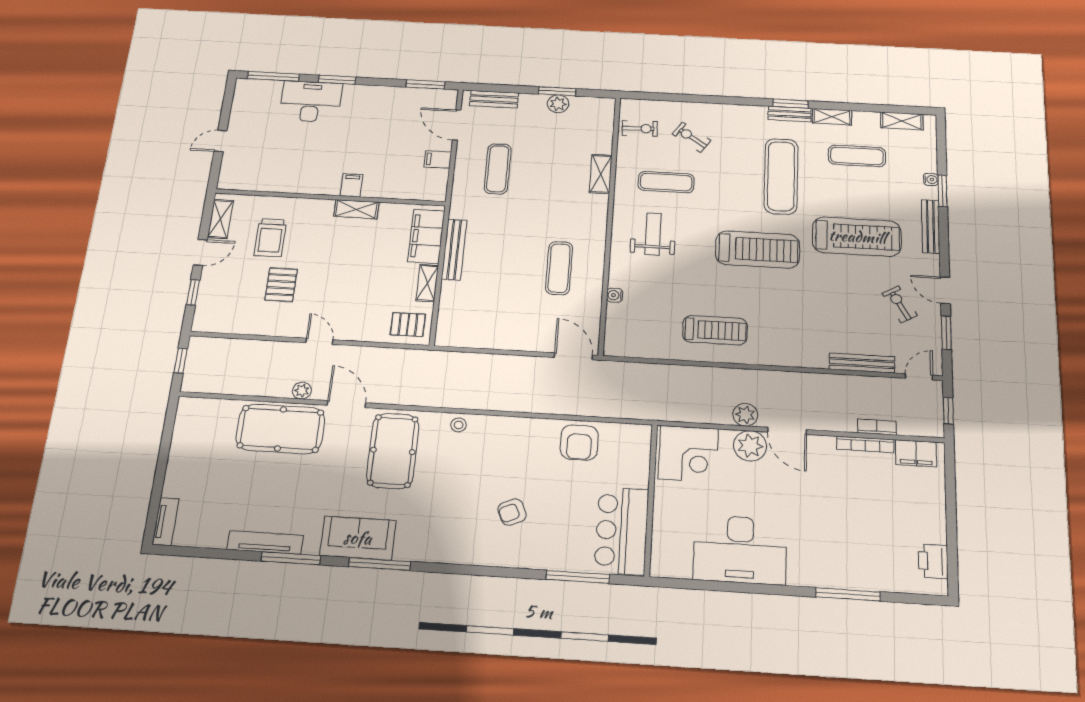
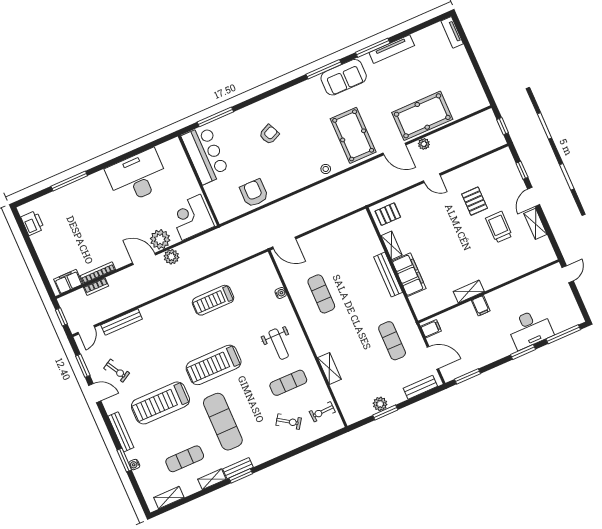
filing cabinet: (352, 185) -> (481, 306), moved
wall: (330, 197) -> (489, 291), moved
shelving: (356, 209) -> (469, 291), moved

